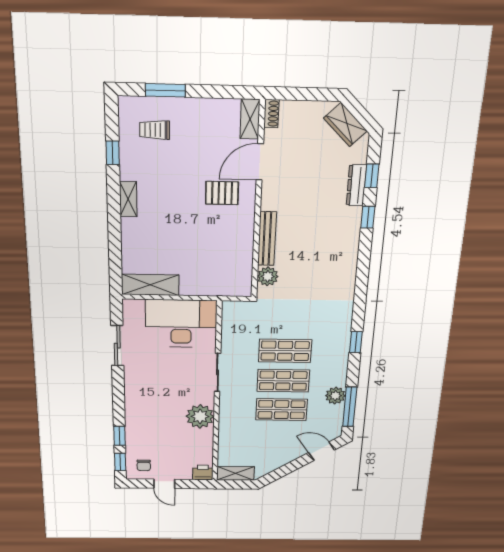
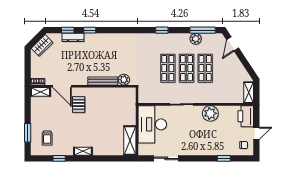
window: (120, 462) -> (242, 158), removed
printer: (203, 472) -> (246, 116), width x1.87, depth x1.48

